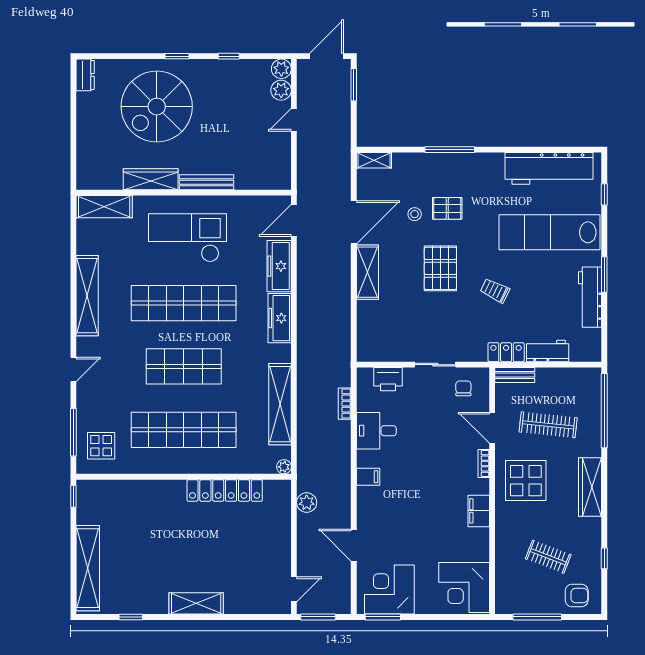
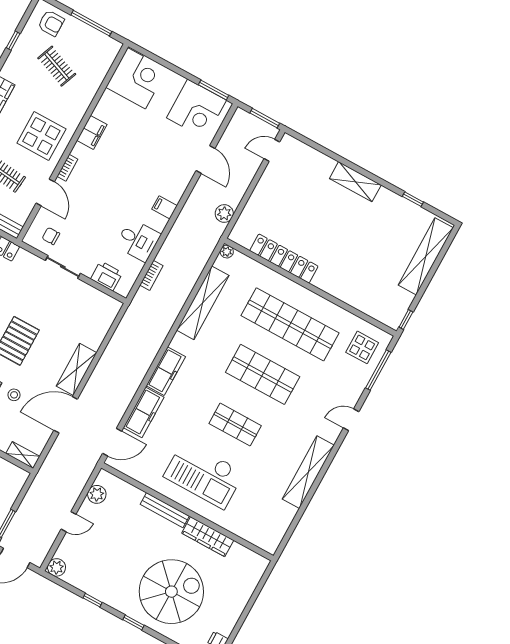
plant: (281, 90) -> (97, 494), moved
shelving: (104, 207) -> (256, 535), removed
shop shelf: (184, 303) -> (235, 425), width x0.50, depth x0.74
chair: (463, 388) -> (51, 236), turned 90
armchair: (577, 596) -> (51, 23), turned 180

